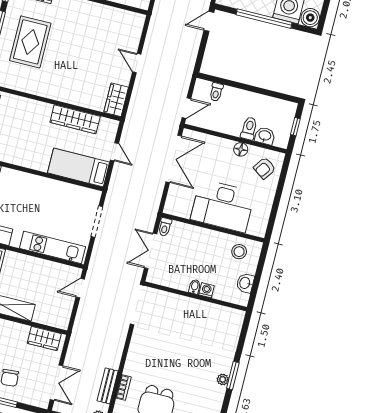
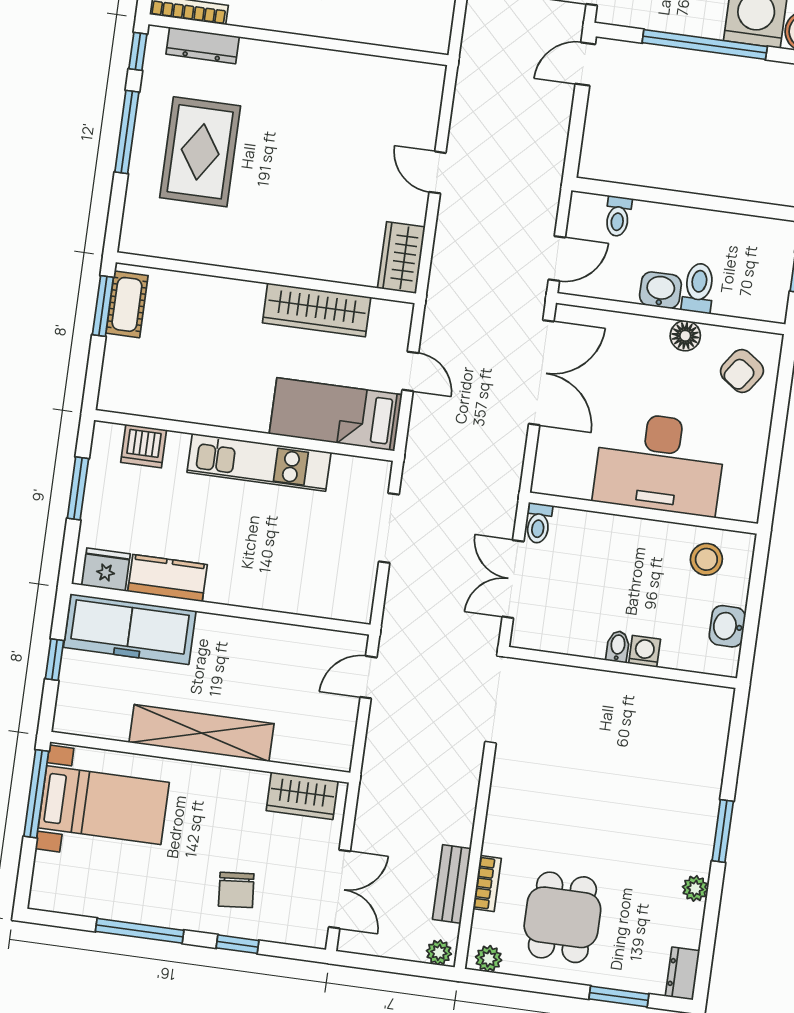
washbasin: (265, 136) -> (660, 290), moved
kitchen unit: (52, 247) -> (259, 462), moved, turned 180
plant: (223, 379) -> (695, 888), moved

